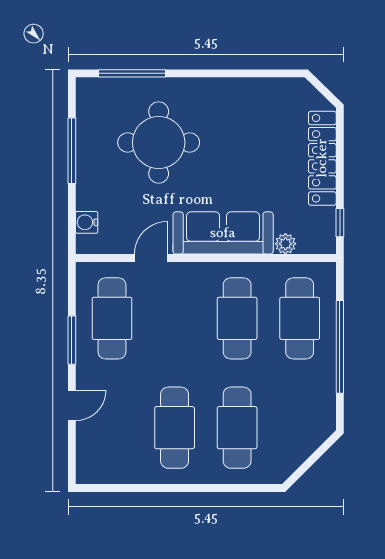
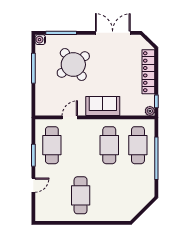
double door: (245, 73) -> (113, 33), added
round table: (159, 143) -> (73, 65), turned -36
water cooler: (87, 222) -> (40, 40), moved
sofa: (223, 233) -> (103, 106), width x0.73
plant: (285, 244) -> (150, 111), moved
cafe table: (237, 428) -> (109, 195), removed

